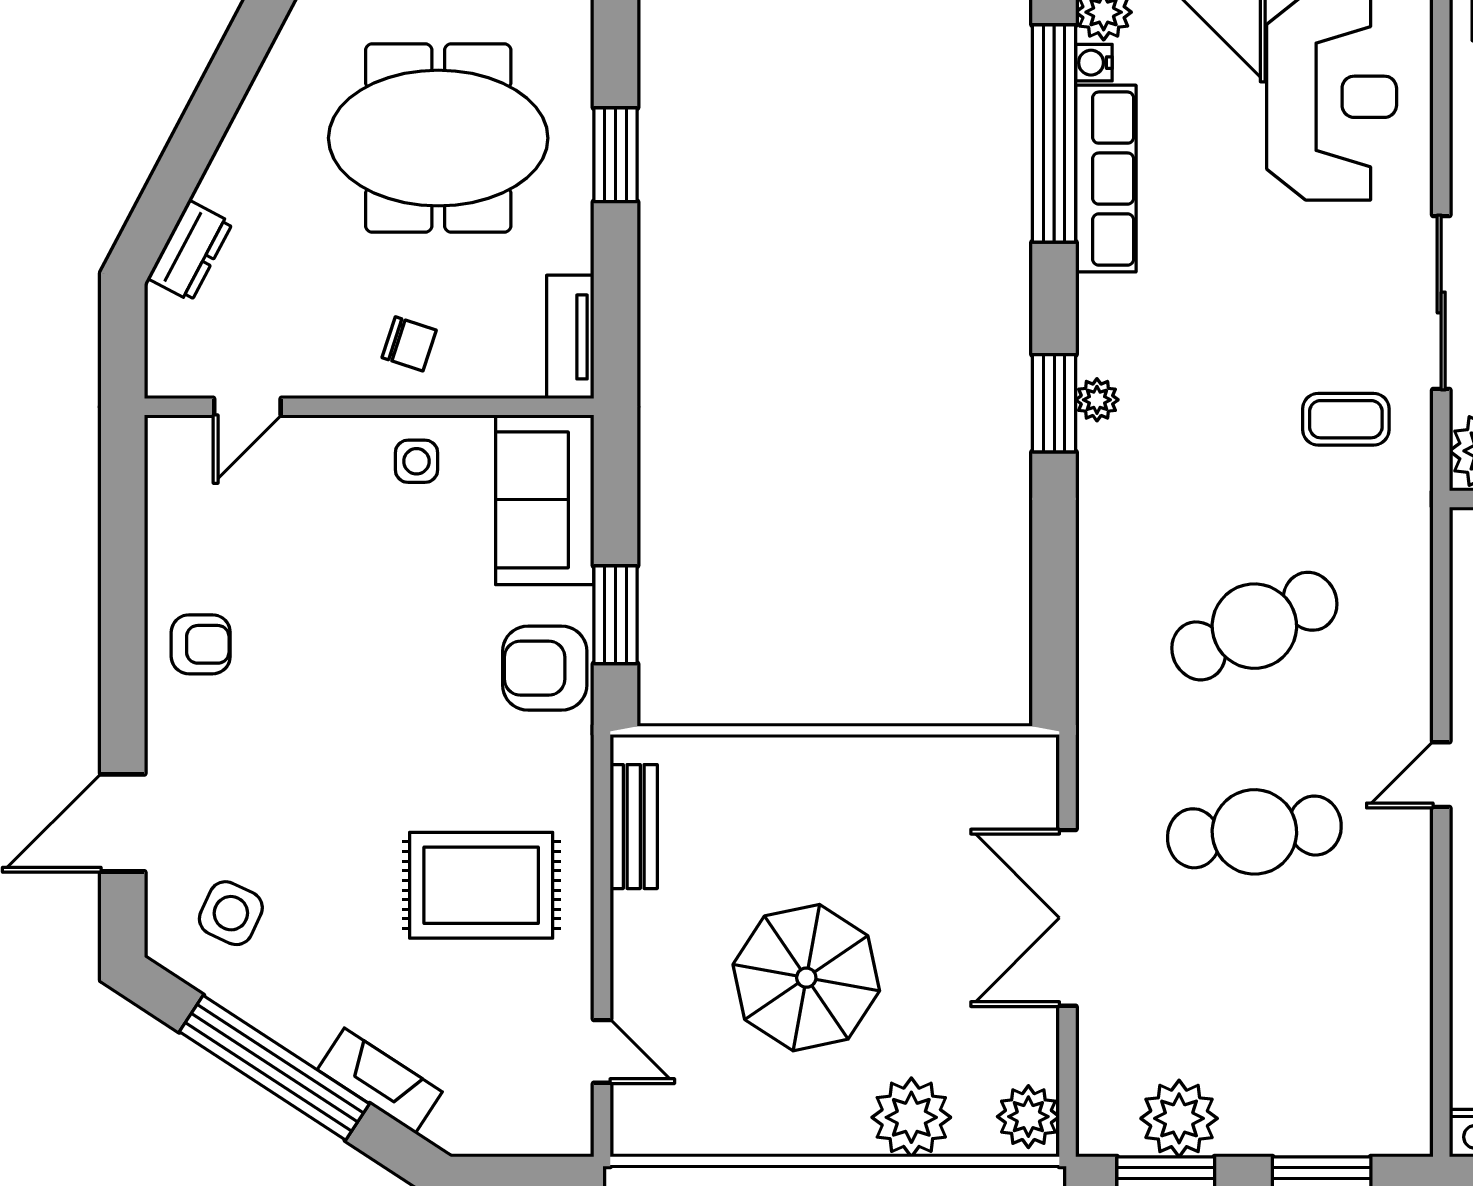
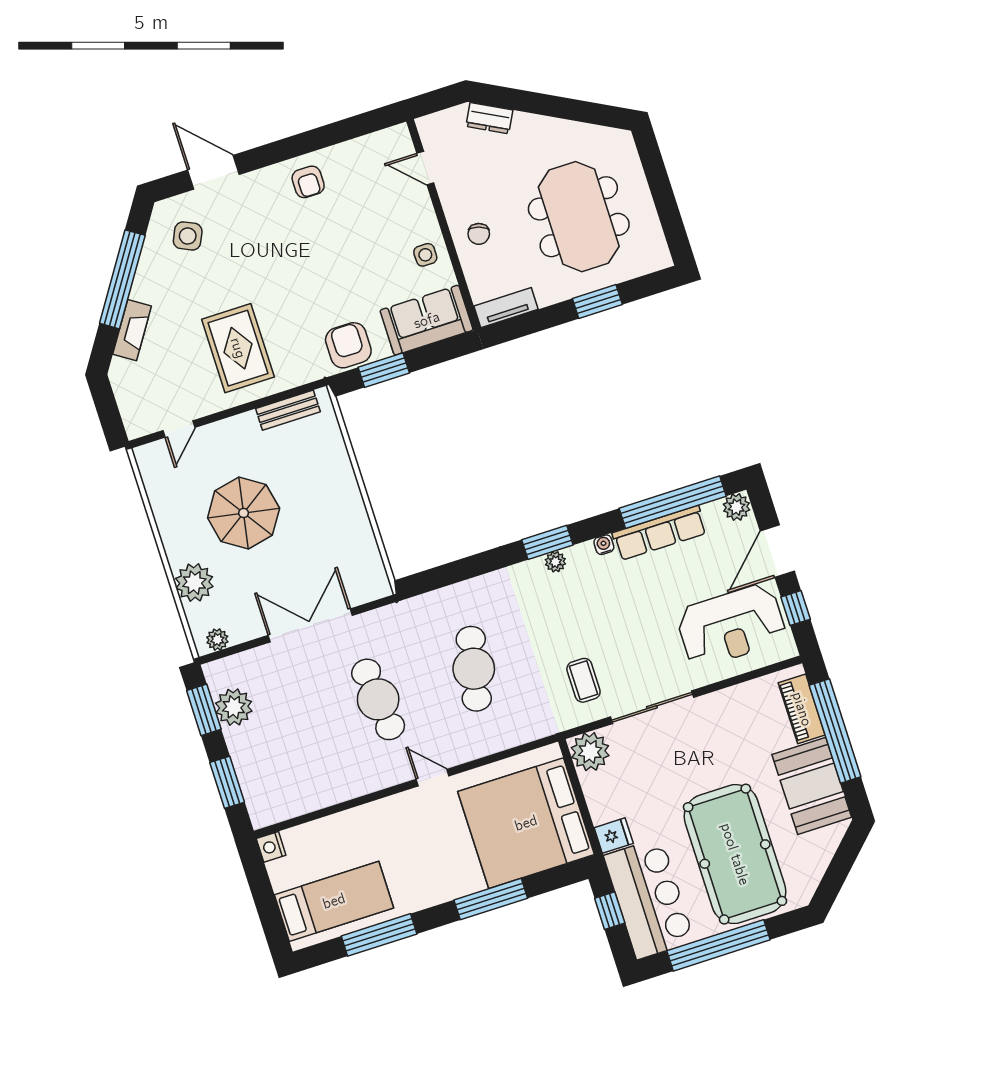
water cooler: (1094, 63) -> (604, 545), moved
cafe table: (1254, 626) -> (474, 669), turned 36
plant: (1028, 1117) -> (217, 640), width x0.73, depth x0.73

